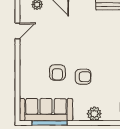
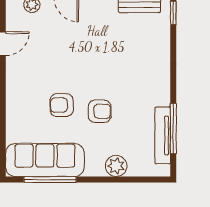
armchair: (57, 72) -> (62, 105), turned 90

